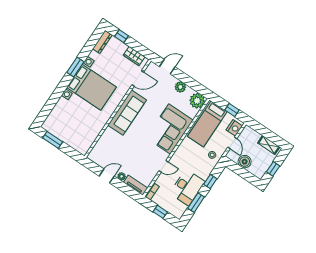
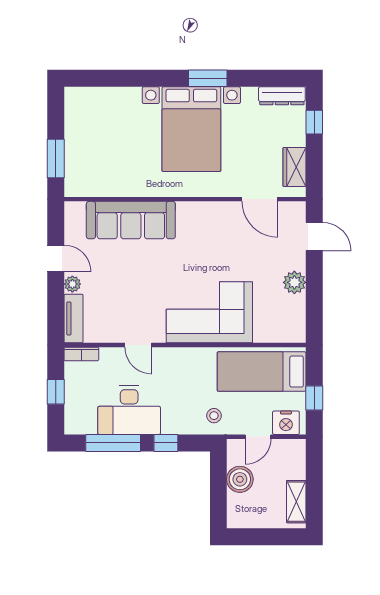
plant: (197, 101) -> (290, 327), removed
sofa: (127, 113) -> (131, 220), moved
window: (53, 140) -> (56, 158), moved
window: (273, 169) -> (260, 537), removed
window: (196, 203) -> (113, 443), width x1.44

